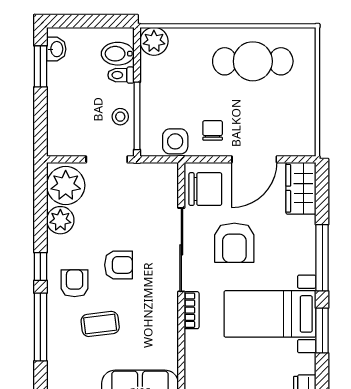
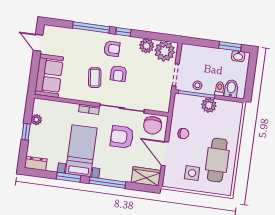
plant: (154, 41) -> (209, 105), moved
side table: (175, 141) -> (192, 173), moved
coffee table: (100, 324) -> (95, 78), moved

